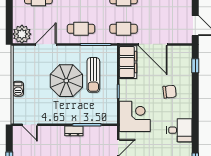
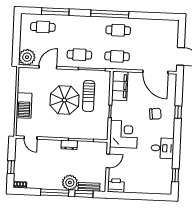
door: (153, 44) -> (155, 72), moved
window: (195, 66) -> (178, 112), moved
barbecue: (18, 89) -> (24, 105), width x1.88, depth x1.53

